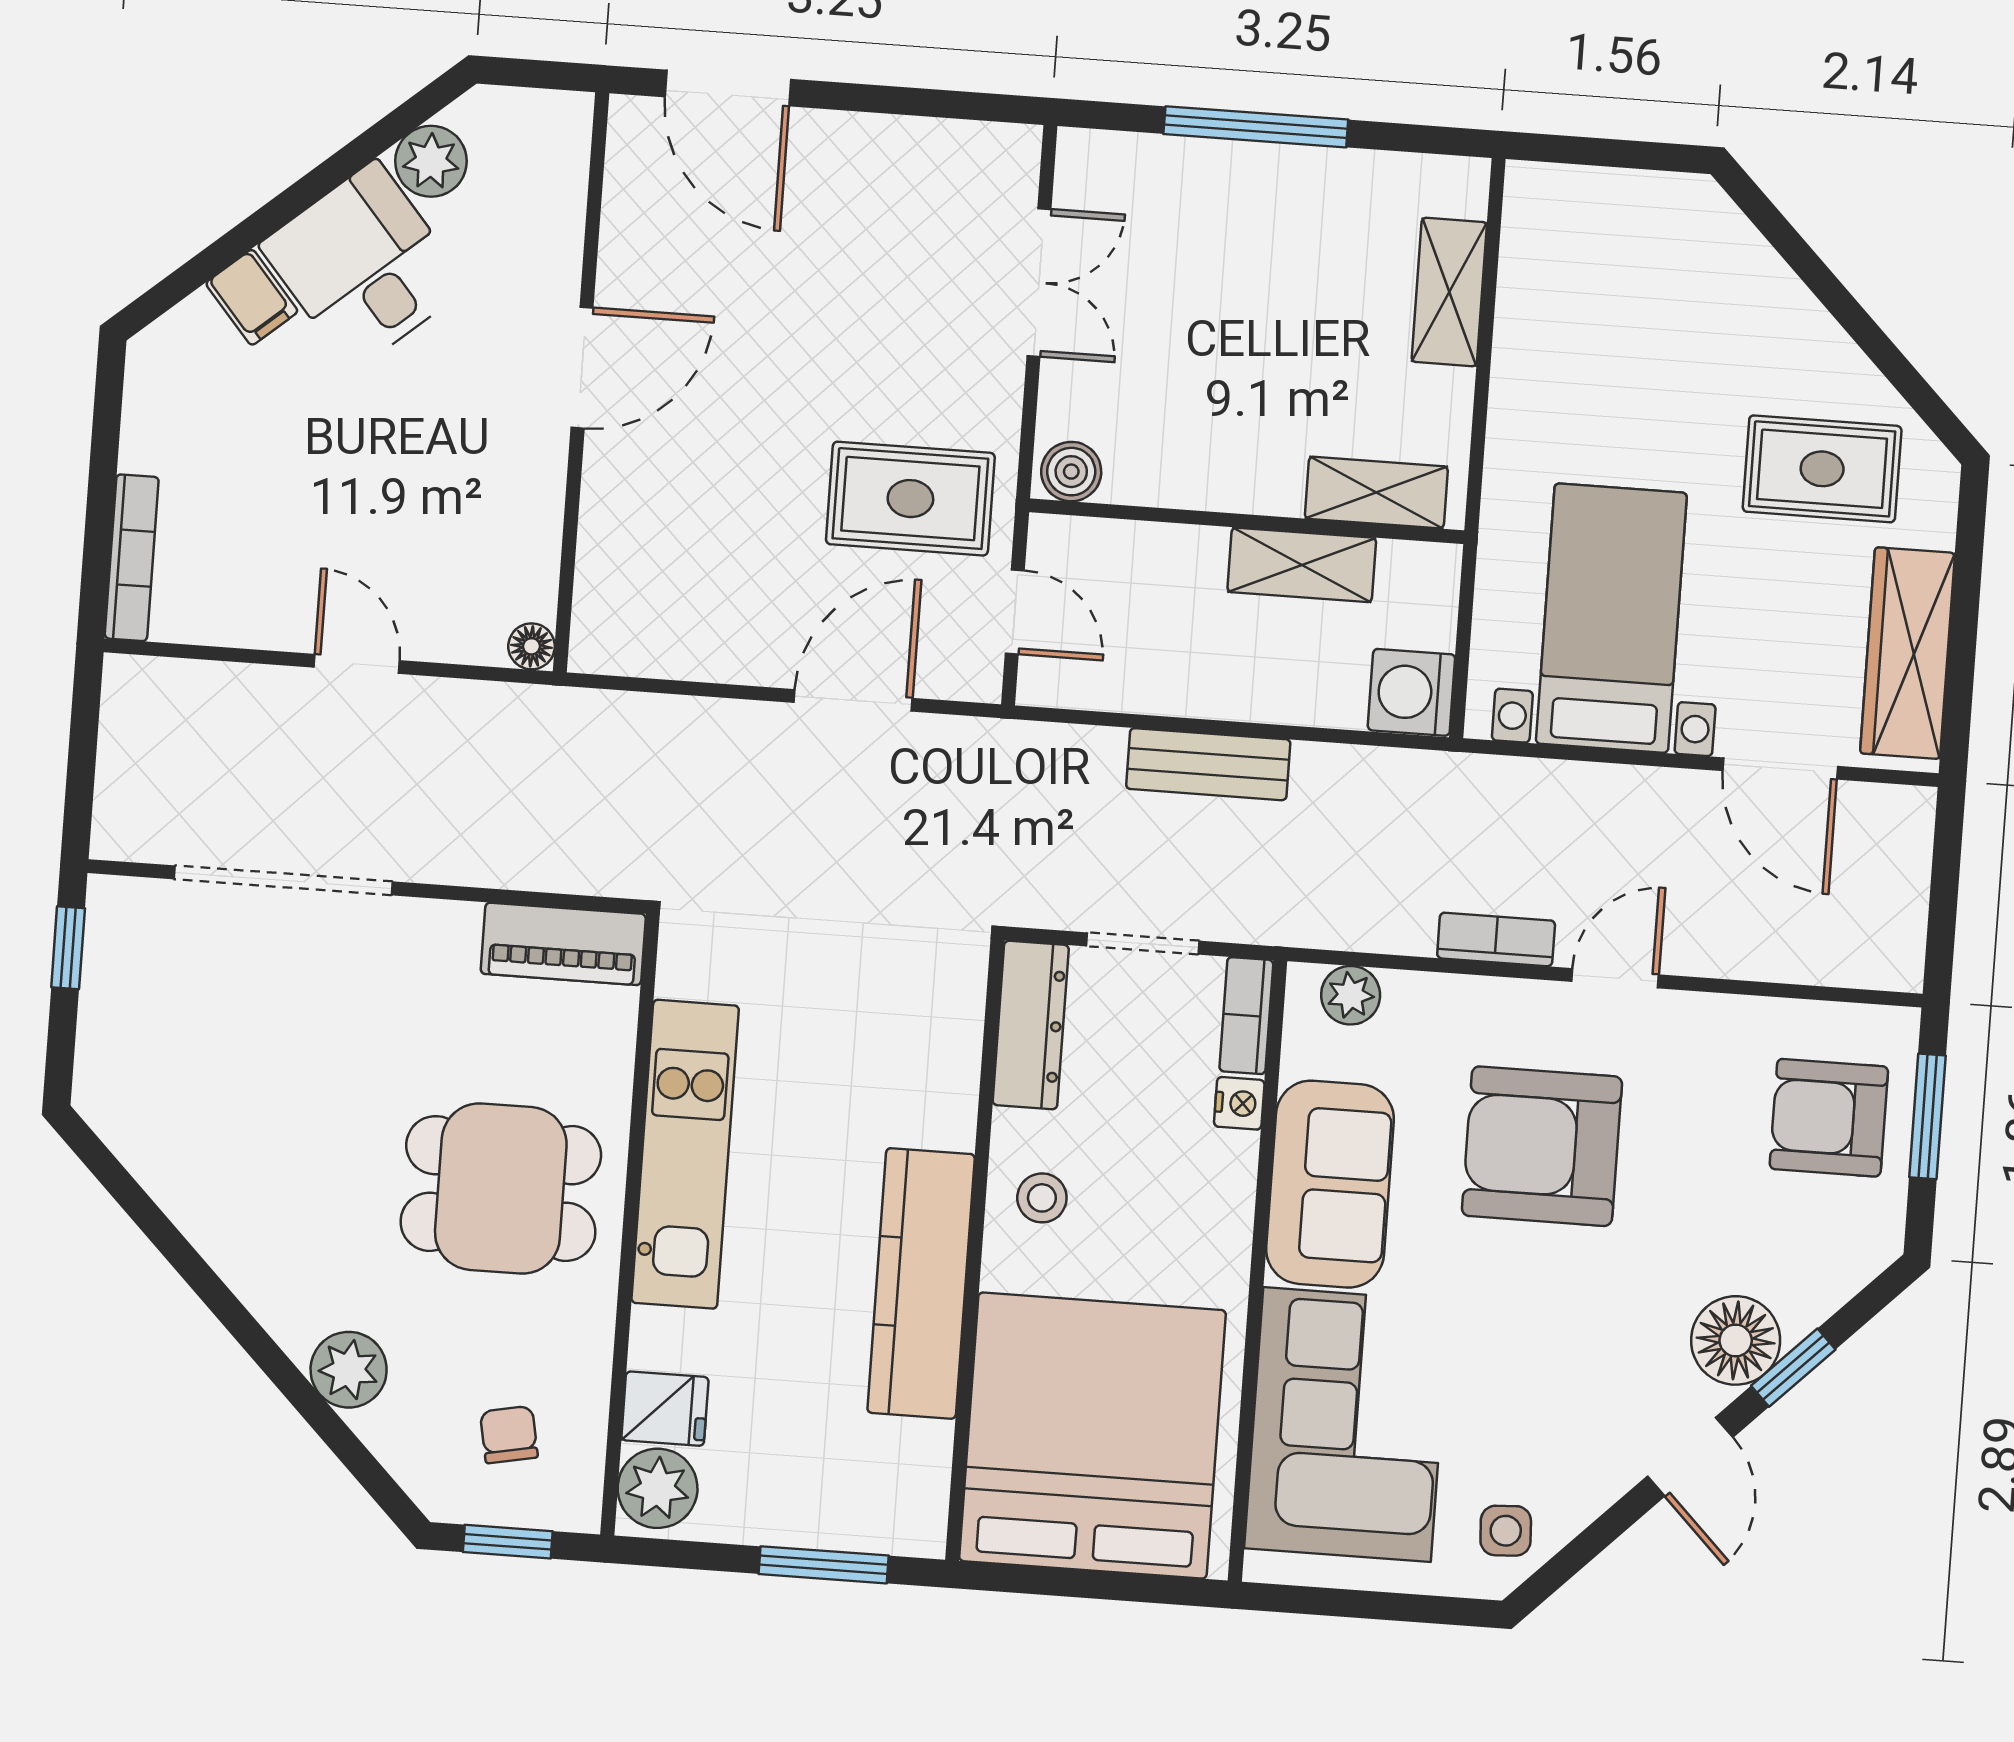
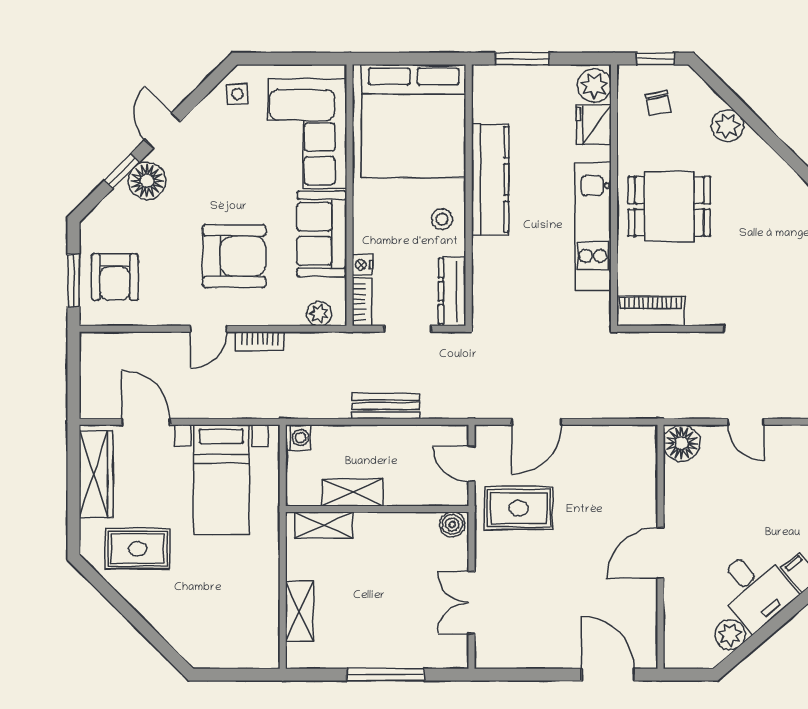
floor lamp: (532, 646) -> (682, 443), width x1.89, depth x1.89
washing machine: (1411, 692) -> (298, 438), width x0.73, depth x0.73
armchair: (1829, 1118) -> (115, 277), turned 90
fridge: (665, 1409) -> (594, 125), width x1.38

